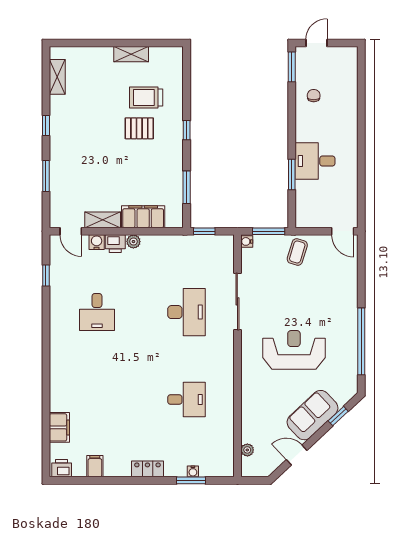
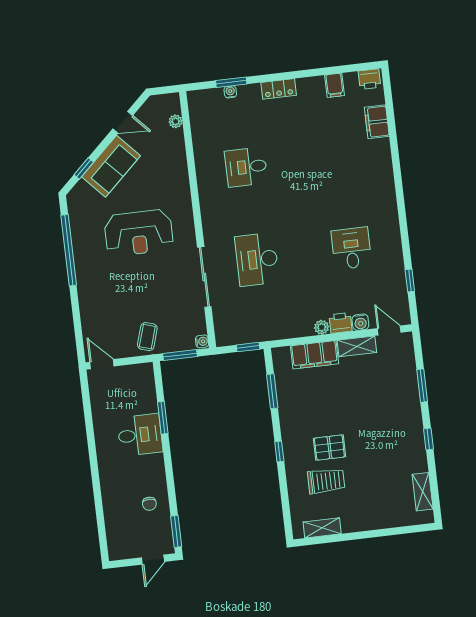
shelving: (131, 54) -> (322, 528), moved

